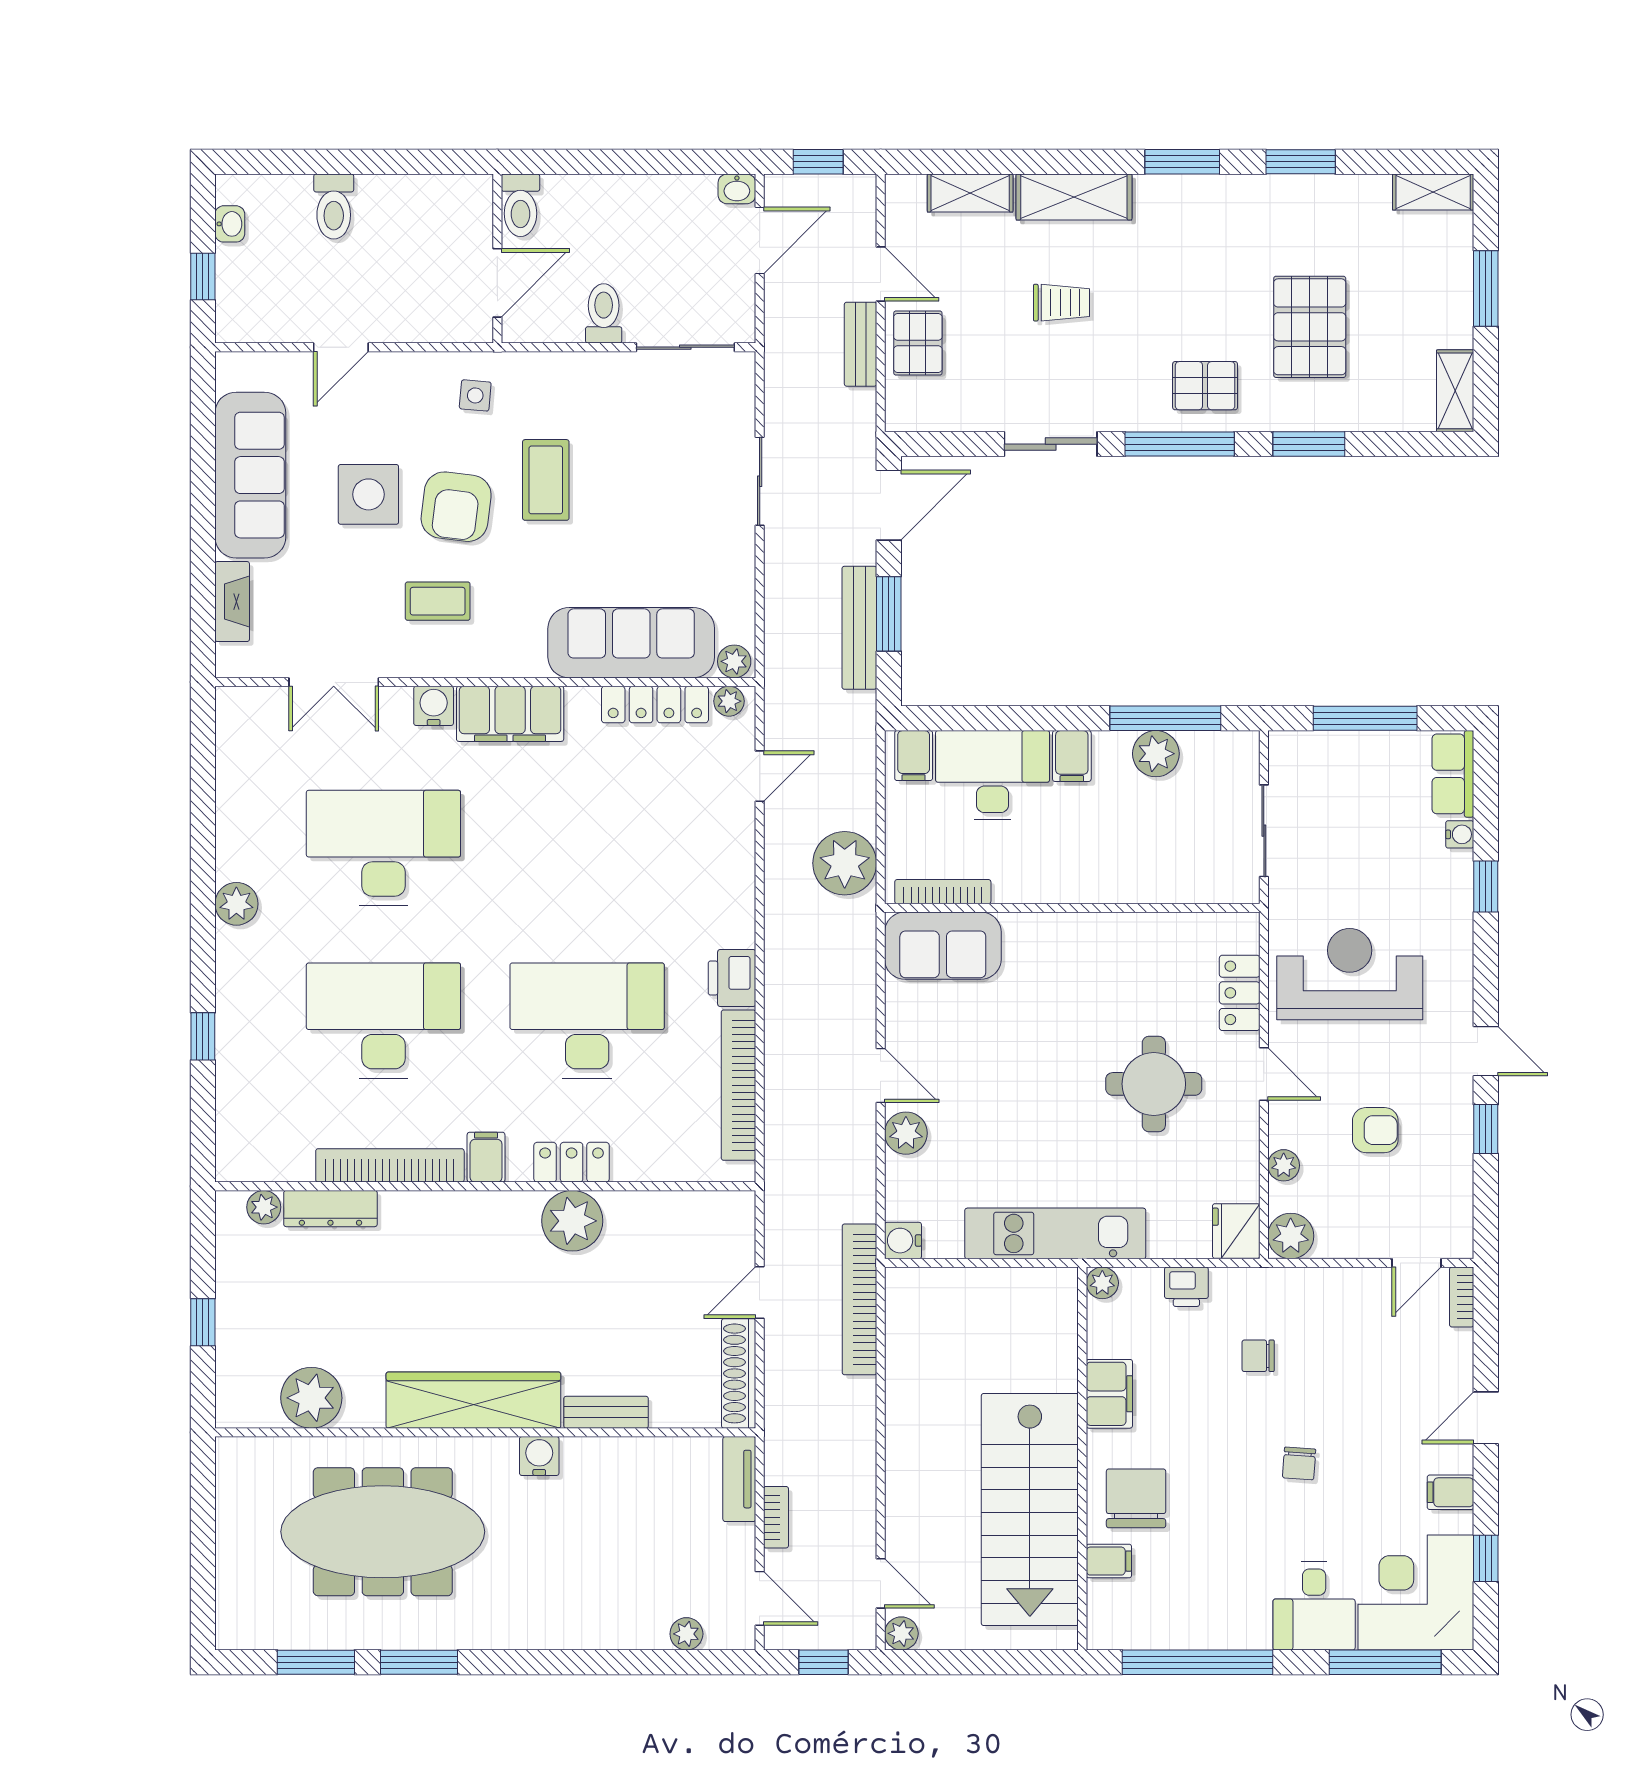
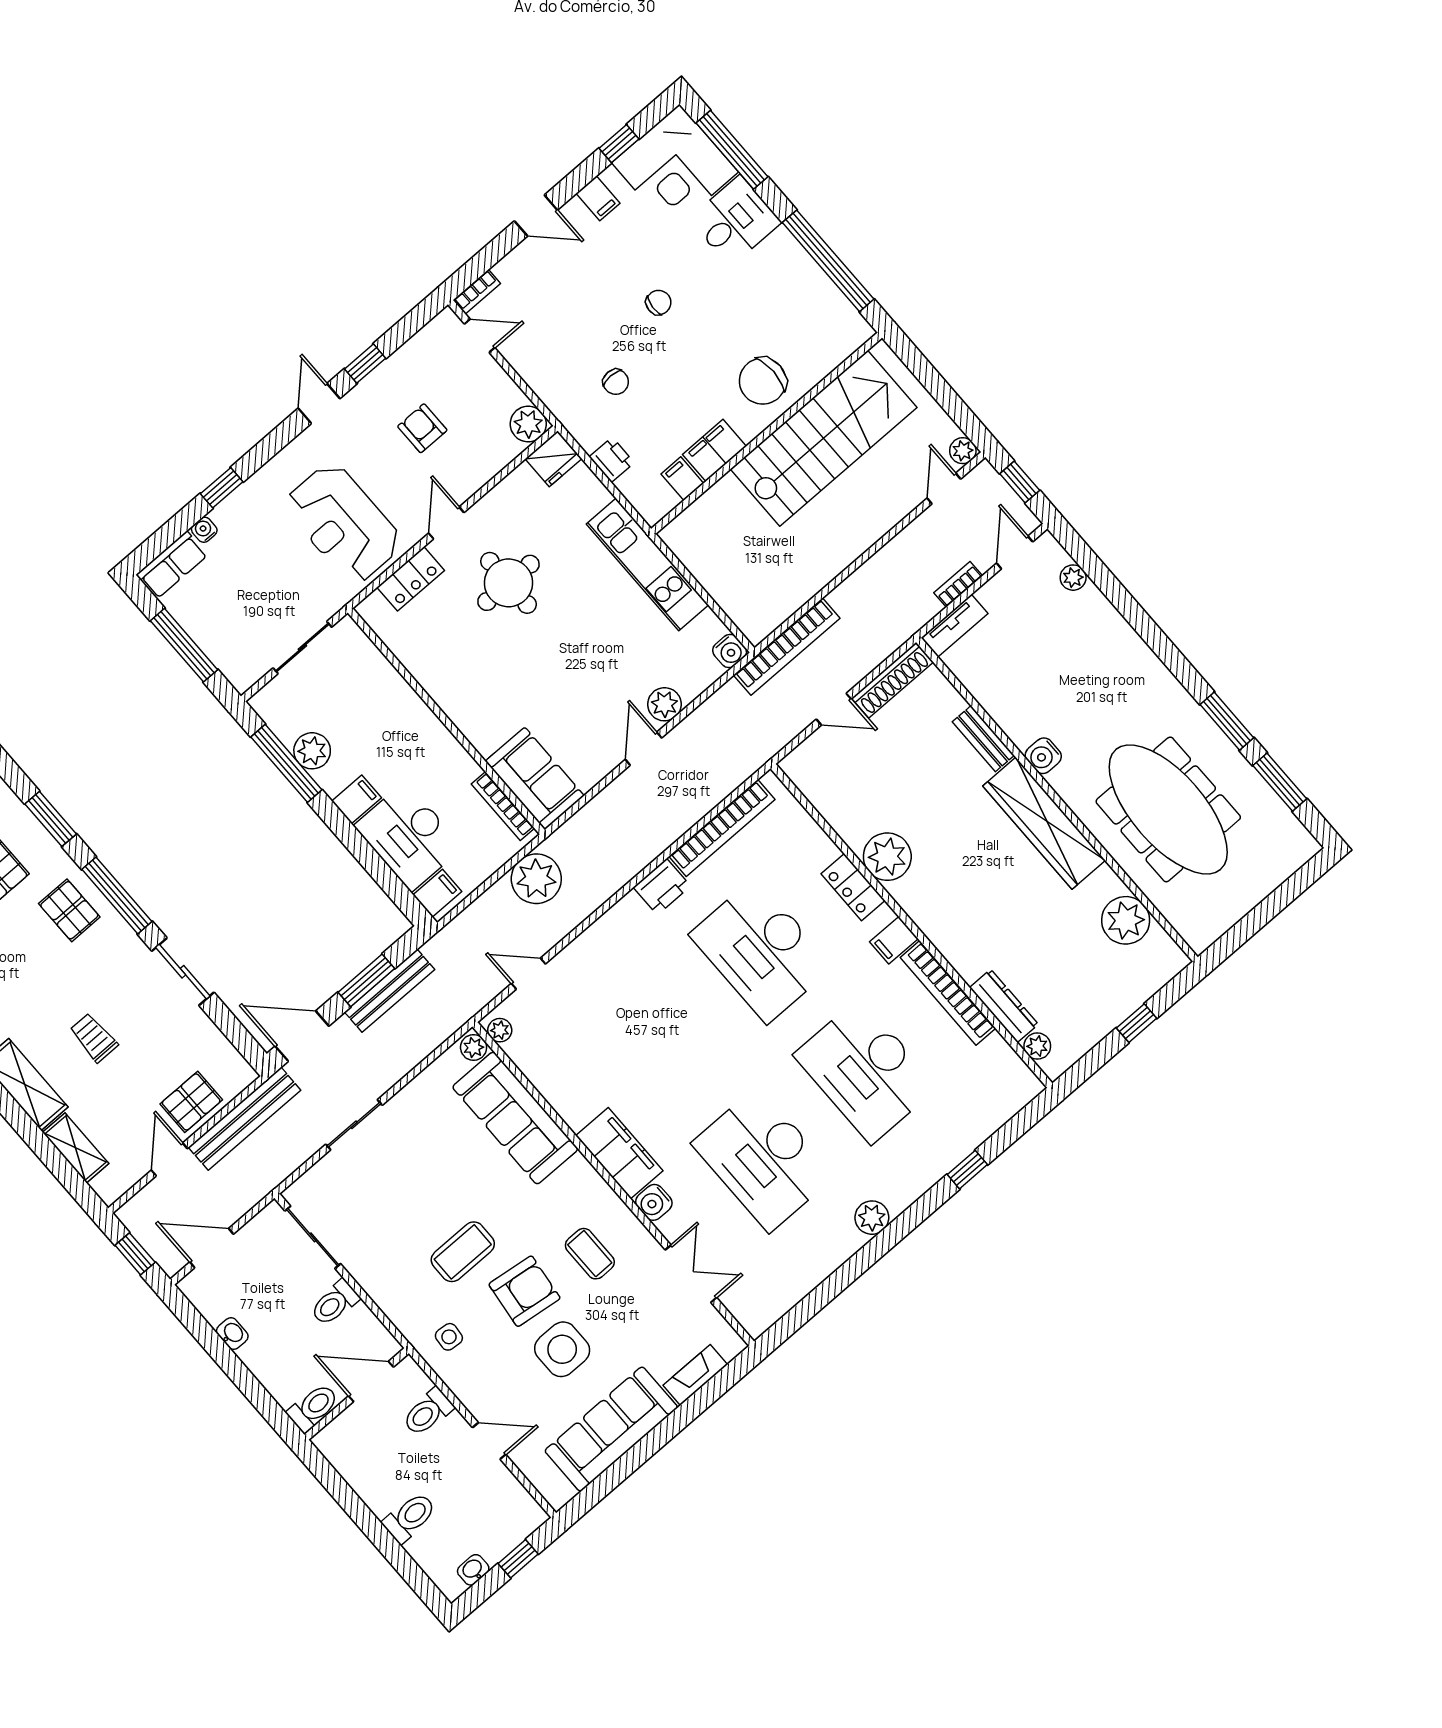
washbasin: (737, 189) -> (232, 1334), moved
toilet: (420, 312) -> (428, 1412), added
bench: (860, 344) -> (245, 1119), width x1.86, depth x1.21
locker: (655, 705) -> (540, 1072), removed
plant: (1284, 1165) -> (490, 464), removed
plant: (1102, 1283) -> (653, 511), removed
filing cabinet: (1109, 1561) -> (682, 479), moved

